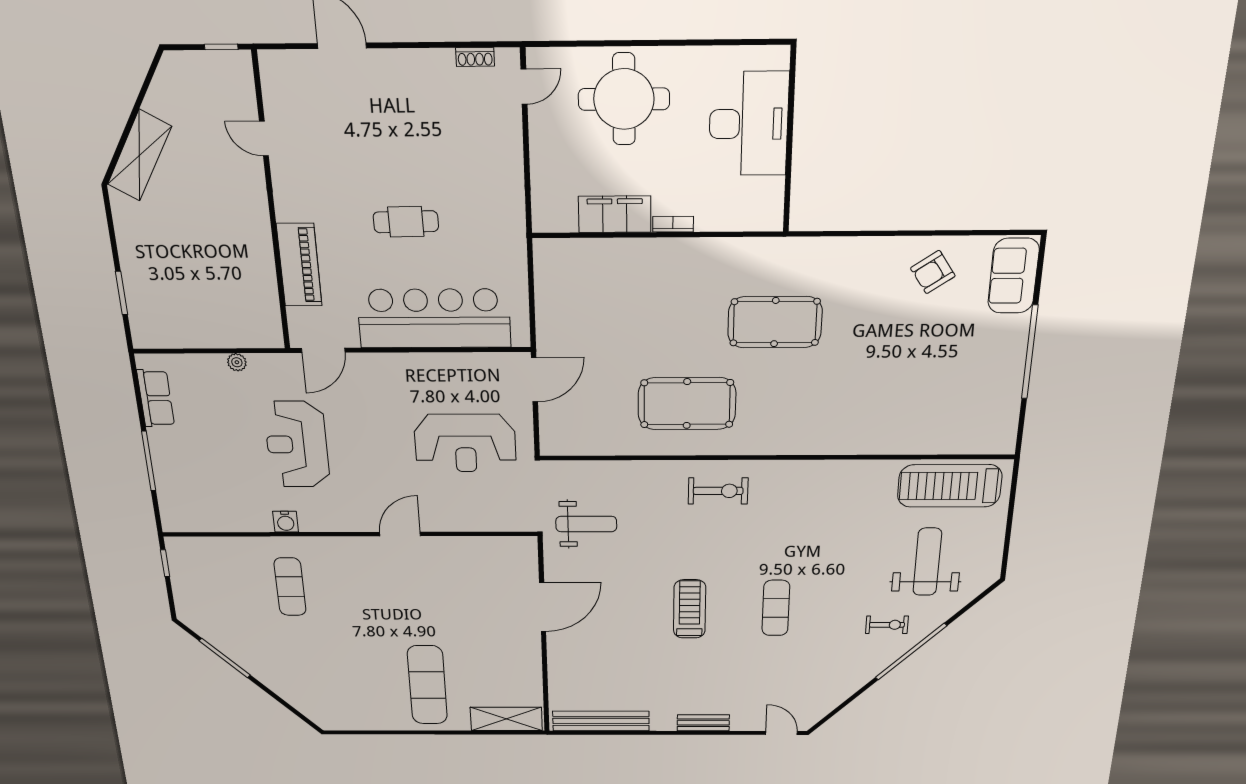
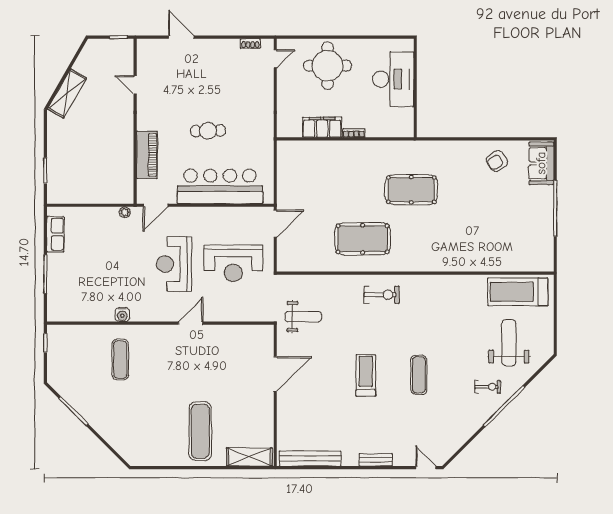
plant: (237, 362) -> (125, 212), moved
reception desk: (297, 444) -> (174, 264), moved

